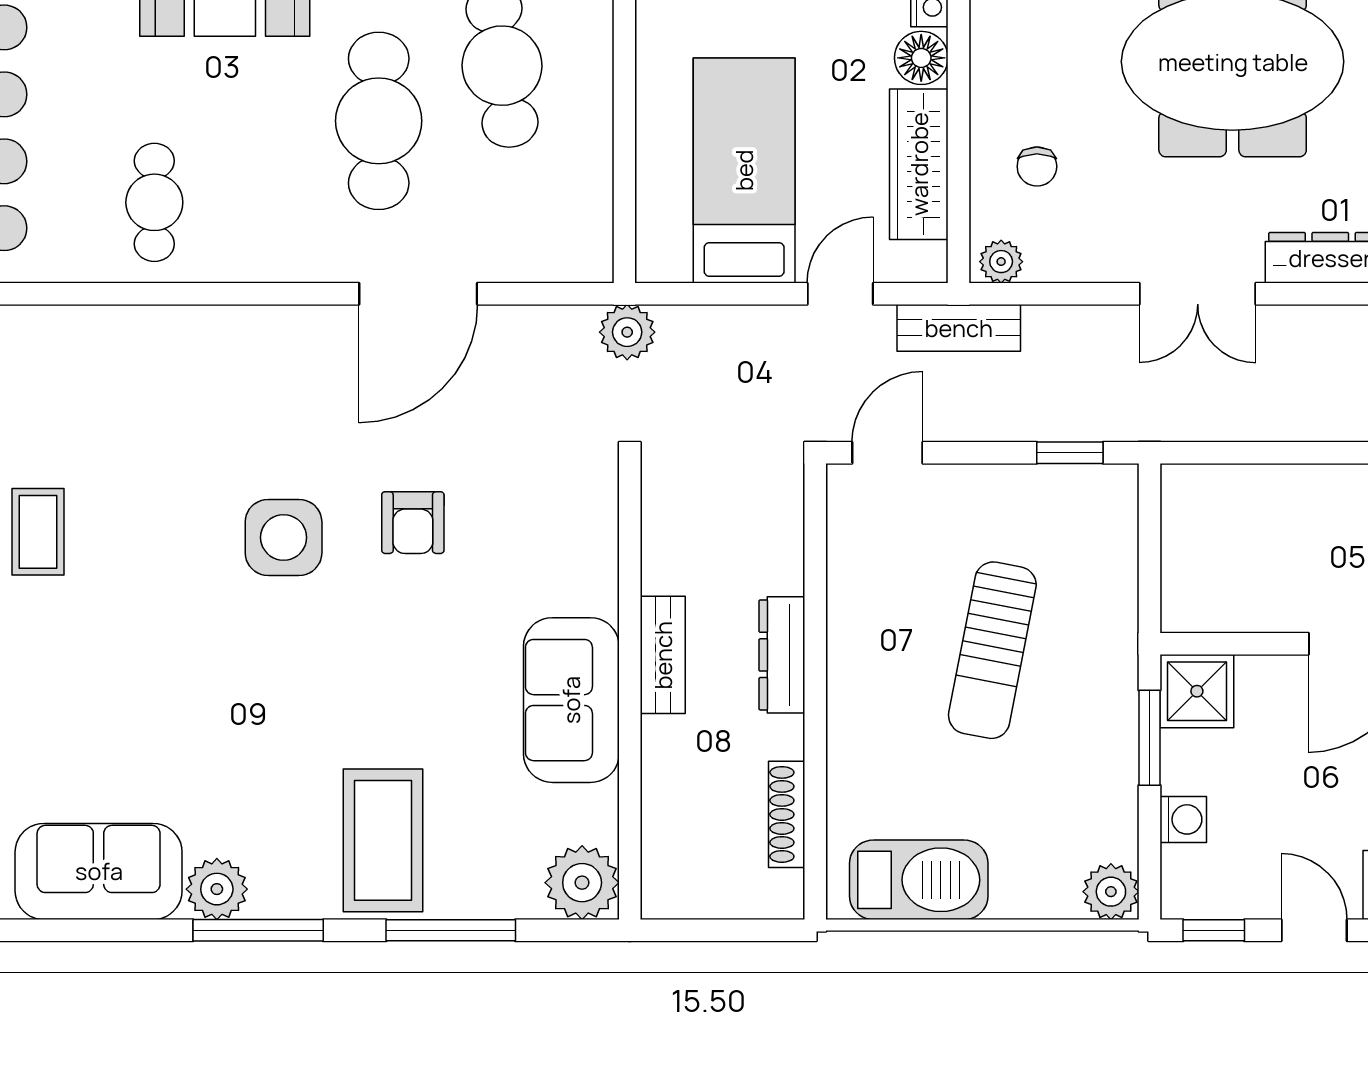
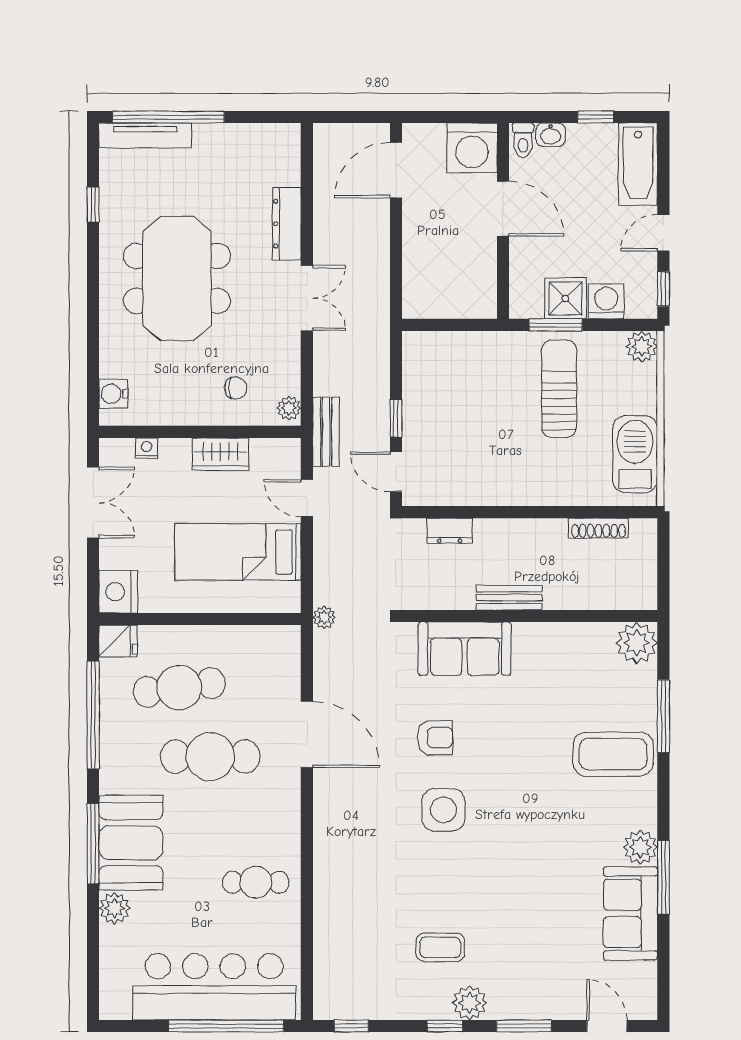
floor lamp: (921, 58) -> (175, 453), removed
wardrobe: (919, 164) -> (220, 454), width x0.67
plant: (627, 332) -> (324, 617), width x0.73, depth x0.73
window: (1070, 453) -> (396, 418), moved
sun lounger: (992, 650) -> (559, 389), moved, turned -101
dresser: (782, 655) -> (450, 531), moved, width x0.70
shower: (1197, 691) -> (565, 298), moved
sofa: (571, 700) -> (465, 649), moved
washing machine: (1183, 819) -> (606, 301), width x1.38, depth x1.38
window: (258, 930) -> (663, 877), moved

